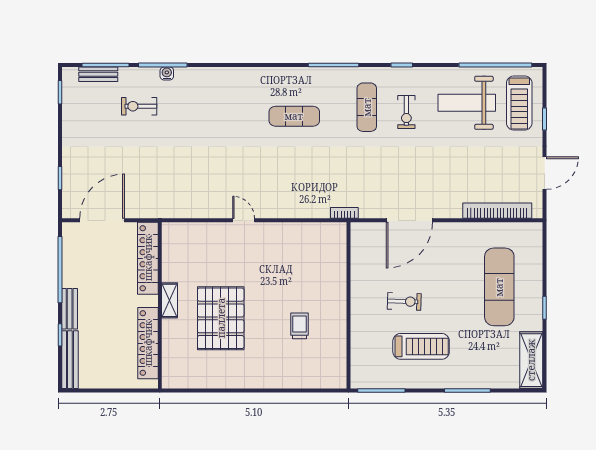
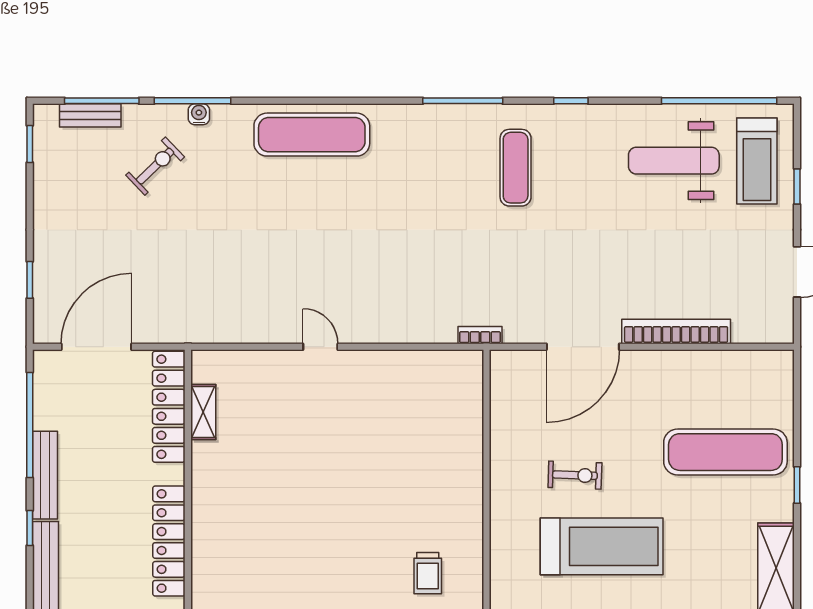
exercise bike: (139, 106) -> (155, 166), turned 136
exercise bike: (406, 112) -> (578, 175), removed
exercise mat: (294, 116) -> (312, 135), moved, width x1.36, depth x1.45
bookcase: (497, 211) -> (676, 331), moved
exercise mat: (499, 287) -> (725, 452), turned 90
shelving: (170, 300) -> (203, 412), moved
bench: (70, 309) -> (45, 475), width x1.36
pallet: (221, 318) -> (284, 502), removed
trolley: (299, 326) -> (428, 573), moved, turned 180
treadmill: (421, 346) -> (602, 546), width x1.37, depth x1.38

